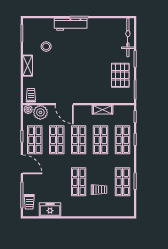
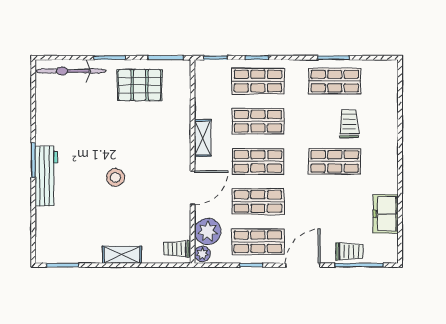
stool: (46, 47) -> (115, 177), moved
shelving: (103, 110) -> (203, 138), moved
trolley: (29, 202) -> (349, 252), moved

